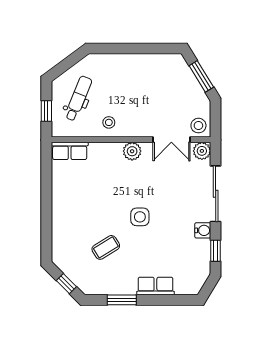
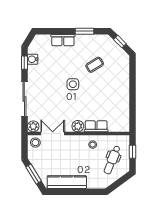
kitchen counter: (149, 64) -> (67, 182), added
row of seats: (70, 151) -> (96, 126), moved
water cooler: (203, 230) -> (33, 59), moved

